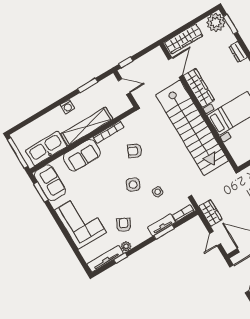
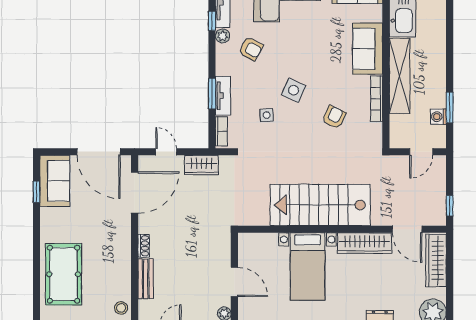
window: (126, 63) -> (450, 206), moved
washing machine: (67, 107) -> (438, 117), moved
stairs: (192, 128) -> (320, 205), width x0.73

